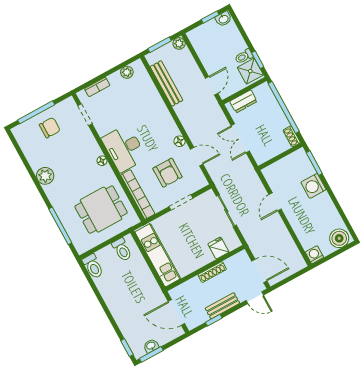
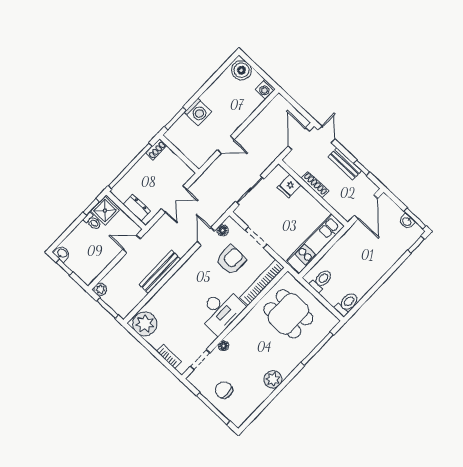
plant: (127, 72) -> (145, 324), width x1.87, depth x1.87
bench: (166, 83) -> (160, 272), moved
floor lamp: (180, 141) -> (223, 230), moved
floor lamp: (102, 161) -> (223, 346), moved

